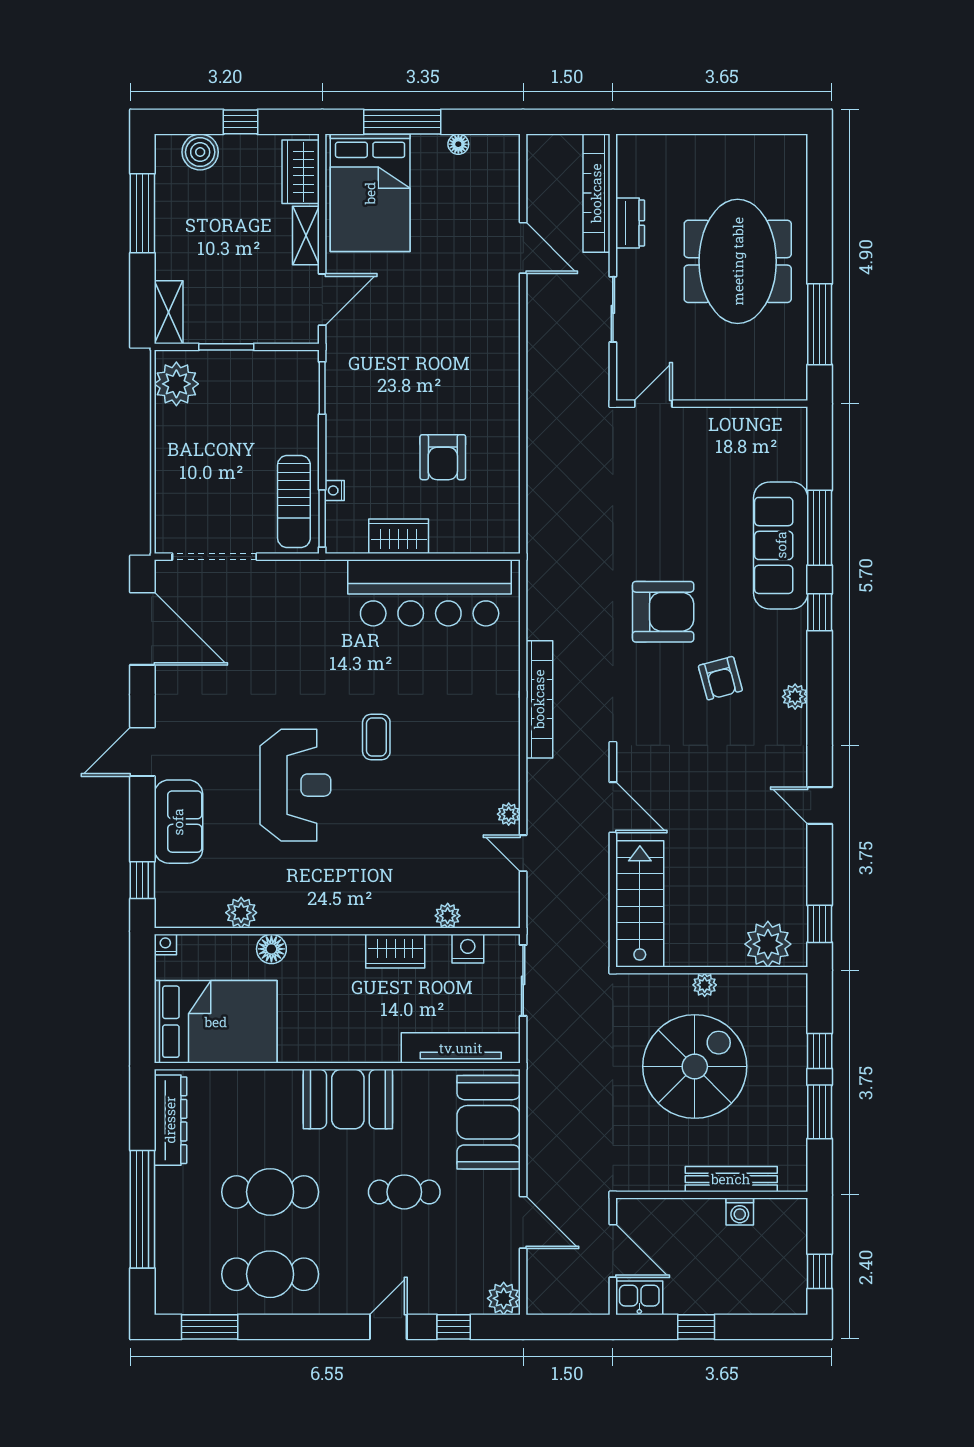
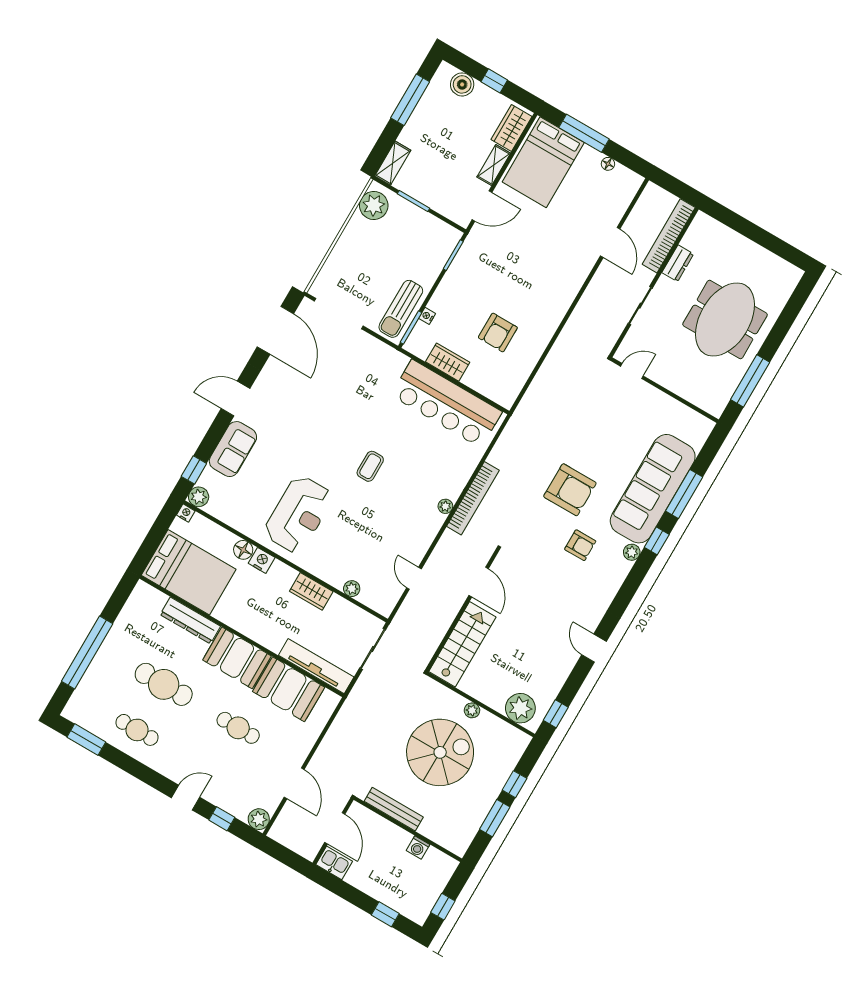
sofa: (781, 545) -> (653, 489), width x1.36, depth x1.27
armchair: (720, 678) -> (580, 545), turned -75
plant: (795, 697) -> (632, 552), moved
reception desk: (295, 785) -> (298, 514), moved
plant: (509, 814) -> (445, 506), moved
plant: (241, 913) -> (199, 497), moved
nightstand: (468, 949) -> (262, 560), moved
dresser: (170, 1120) -> (190, 620), moved, turned 90
booth: (489, 1122) -> (289, 689), moved, turned 90
bench: (731, 1179) -> (394, 809), moved
cafe table: (270, 1274) -> (137, 730), width x0.73, depth x0.74
window: (696, 1327) -> (385, 914), moved

